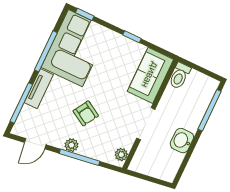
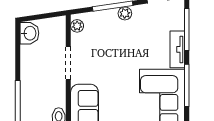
armchair: (86, 113) -> (126, 47), removed
washbasin: (182, 141) -> (29, 33), moved

